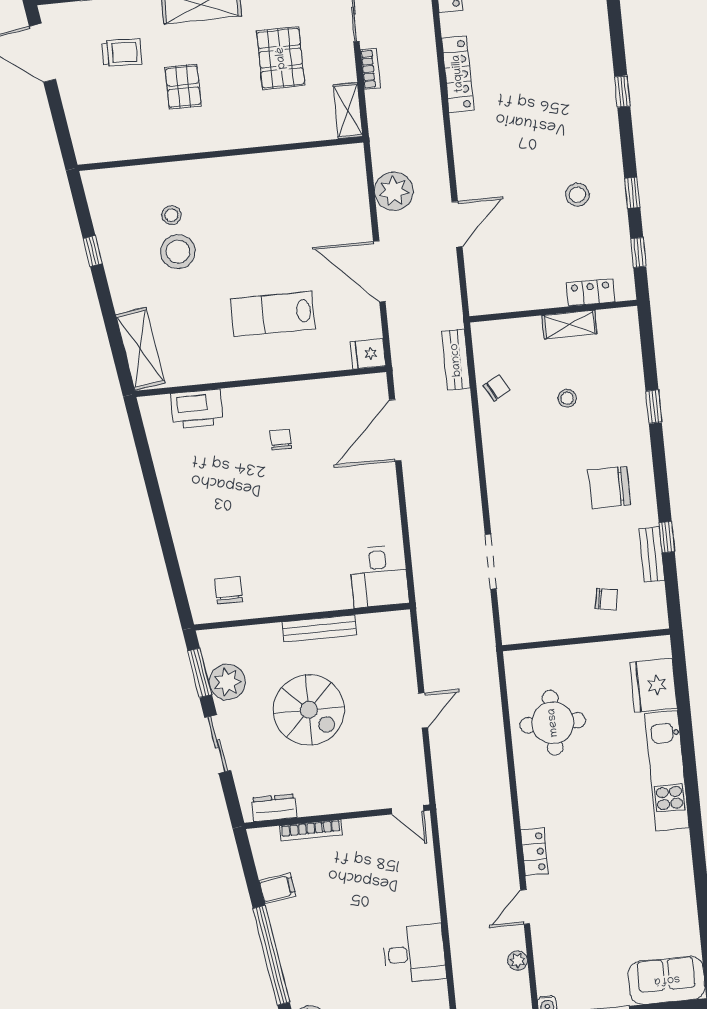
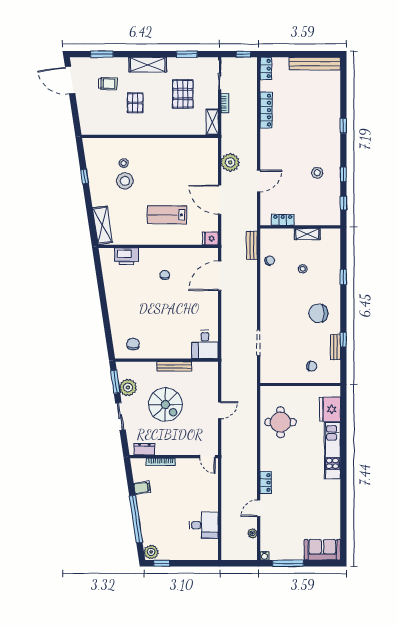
locker: (591, 292) -> (283, 220), moved

